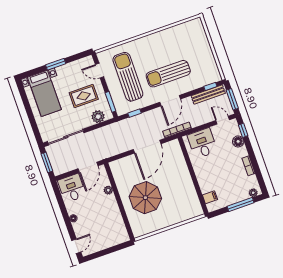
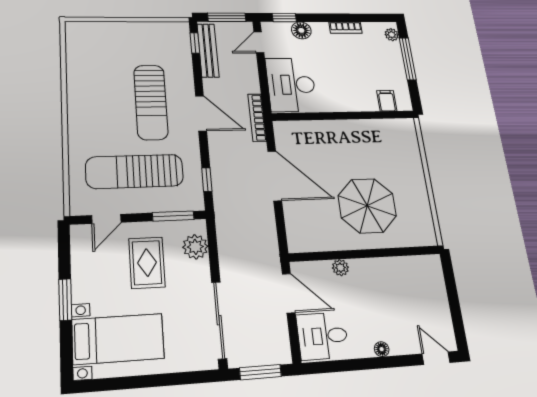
desk: (202, 143) -> (291, 85), width x1.37

